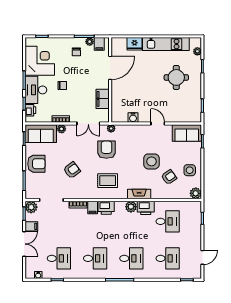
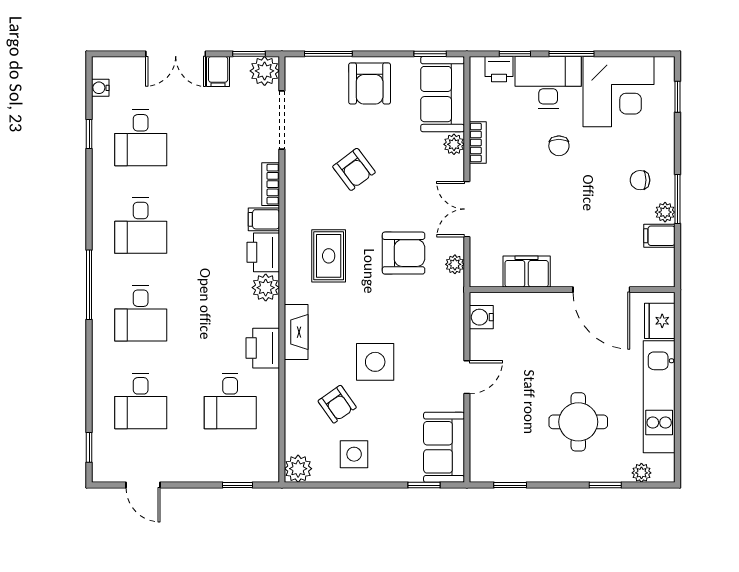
door: (110, 68) -> (601, 290), moved
wall: (110, 80) -> (572, 290), moved
filing cabinet: (103, 99) -> (527, 272), moved
plant: (131, 207) -> (266, 288), moved

